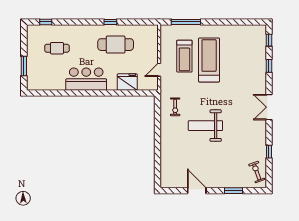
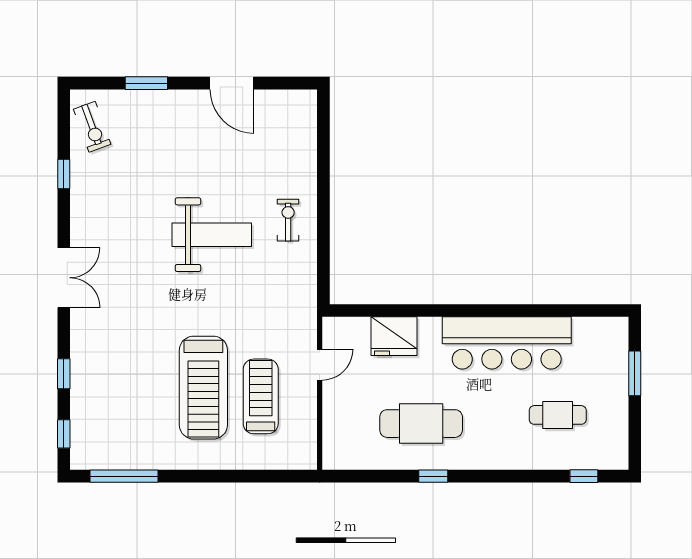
window: (186, 22) -> (124, 476), moved
bar counter: (86, 79) -> (507, 343), width x1.36
exercise bike: (175, 107) -> (288, 220), moved

